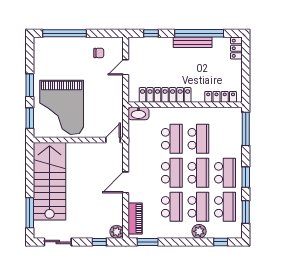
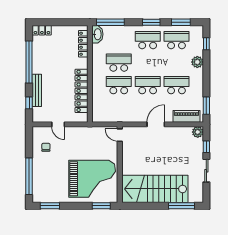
bench: (193, 42) -> (37, 90), moved
window: (30, 85) -> (50, 206), moved
washbasin: (138, 114) -> (97, 34), moved
school desk: (198, 173) -> (148, 63), removed
door: (126, 182) -> (156, 124), swing flipped
school desk: (198, 207) -> (177, 63), removed
sliding door: (58, 242) -> (206, 171), moved

